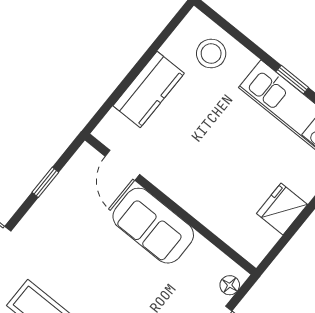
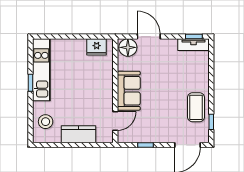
fridge: (282, 209) -> (97, 47), moved
floor lamp: (230, 285) -> (128, 47), width x1.89, depth x1.89

